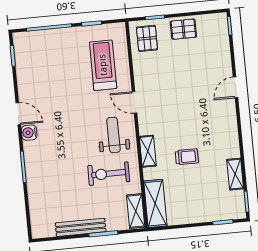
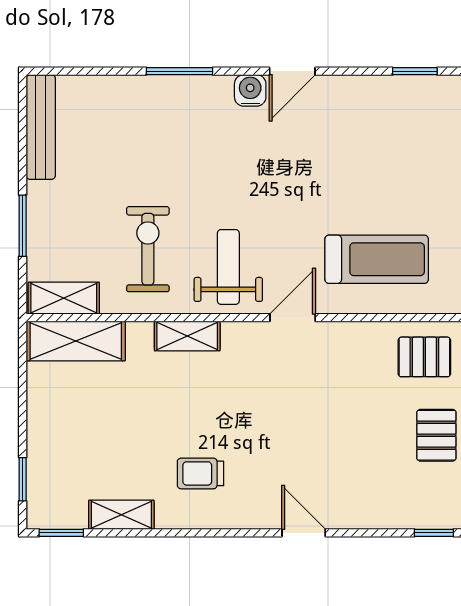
weight bench: (113, 135) -> (228, 267), turned -90
trolley: (187, 157) -> (200, 473), moved, turned 90
bench: (81, 227) -> (41, 127), moved

